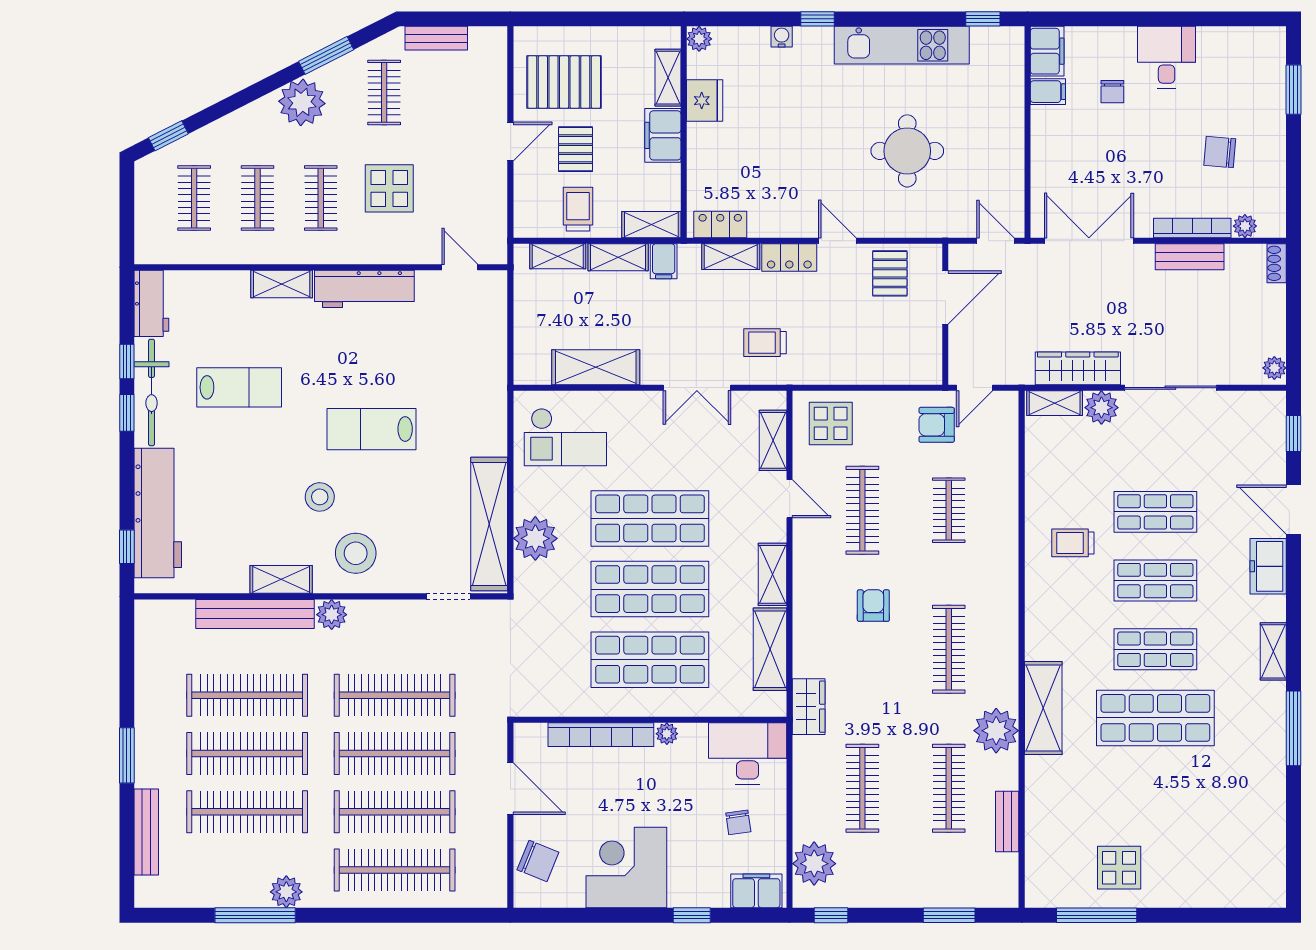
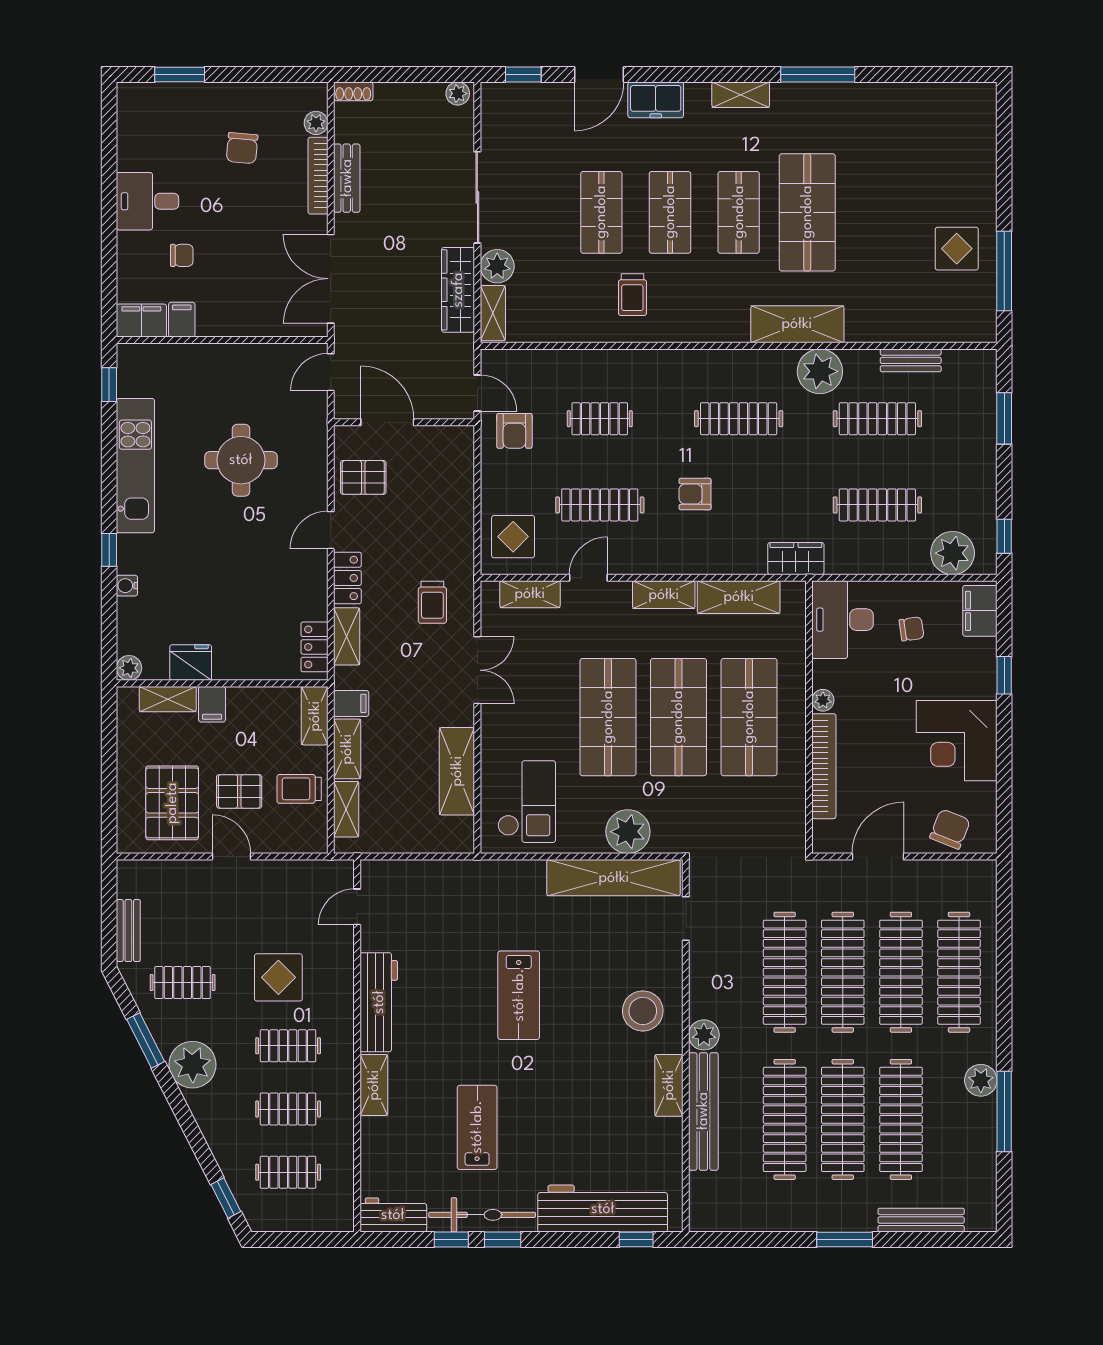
filing cabinet: (663, 135) -> (212, 704), width x0.50
stool: (320, 497) -> (586, 1047), removed

